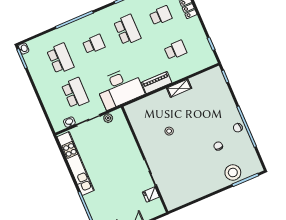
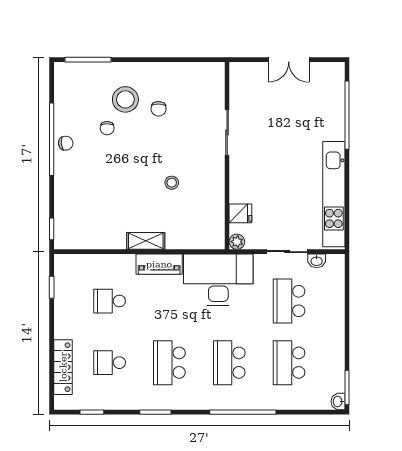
school desk: (94, 44) -> (229, 363), width x1.85
shelving: (179, 88) -> (146, 241), moved
plant: (108, 118) -> (237, 242), moved
chair: (194, 169) -> (159, 109), added
stool: (233, 172) -> (125, 99), moved
fridge: (151, 194) -> (240, 213), moved

